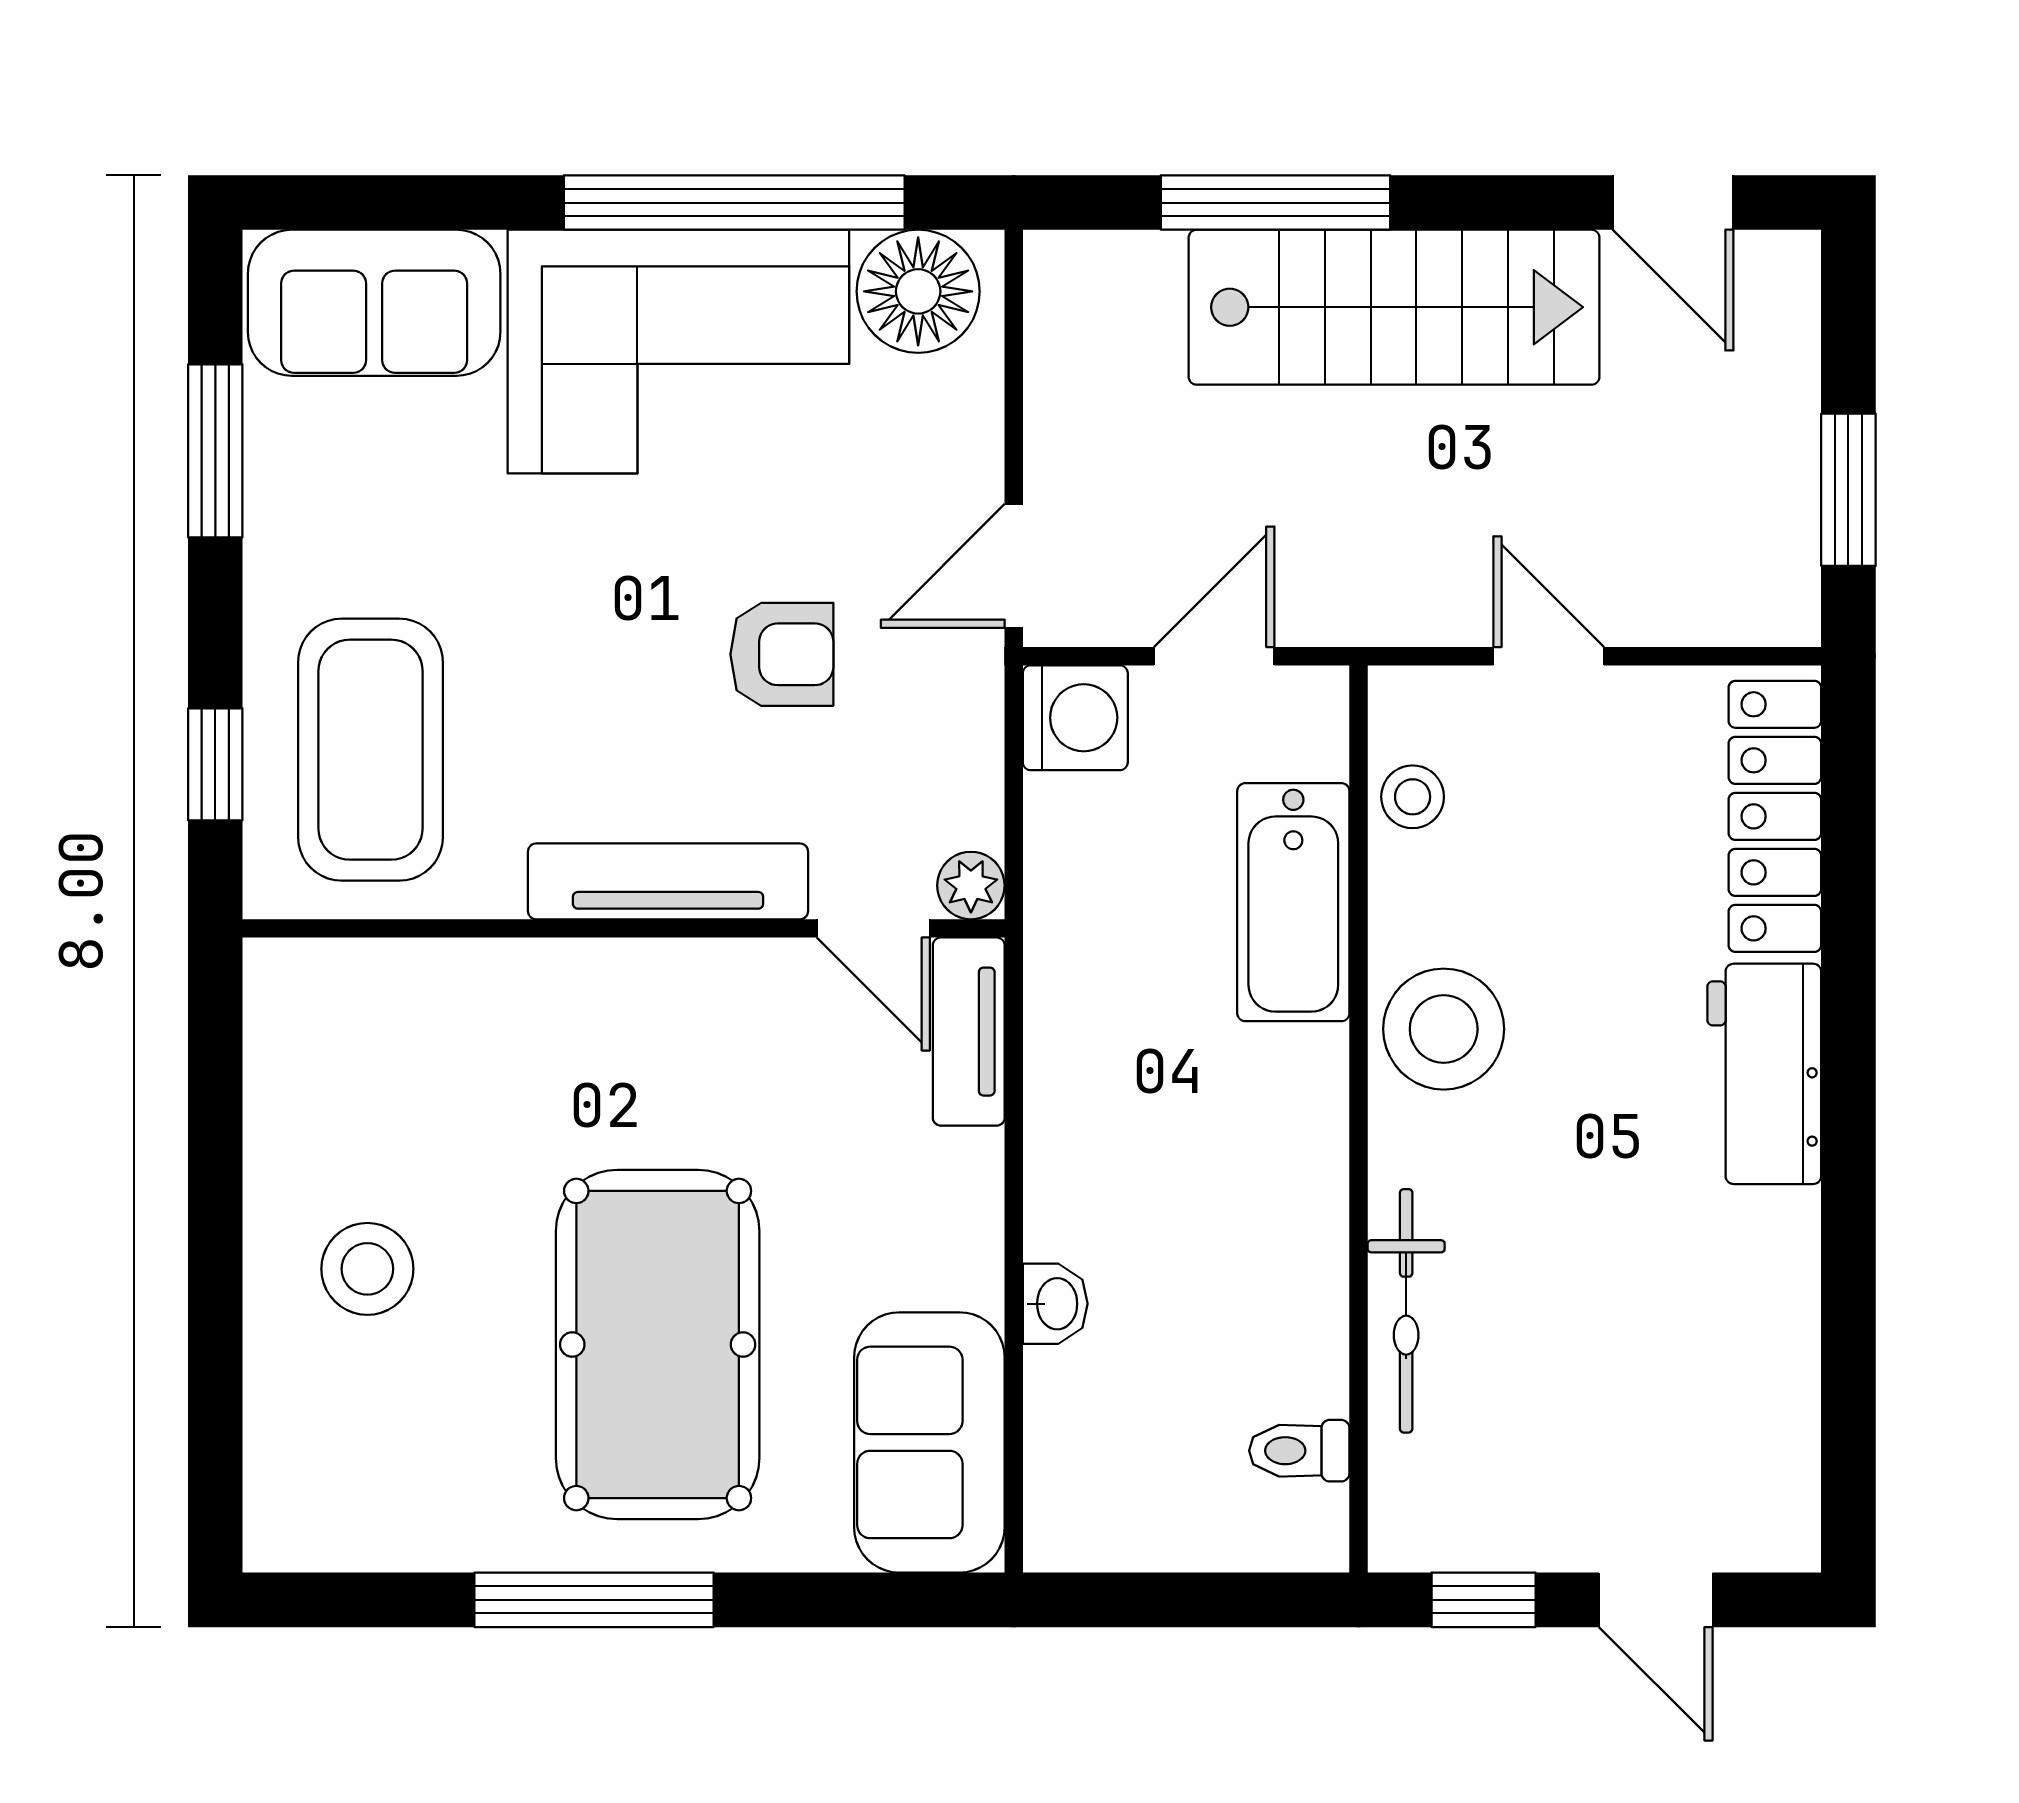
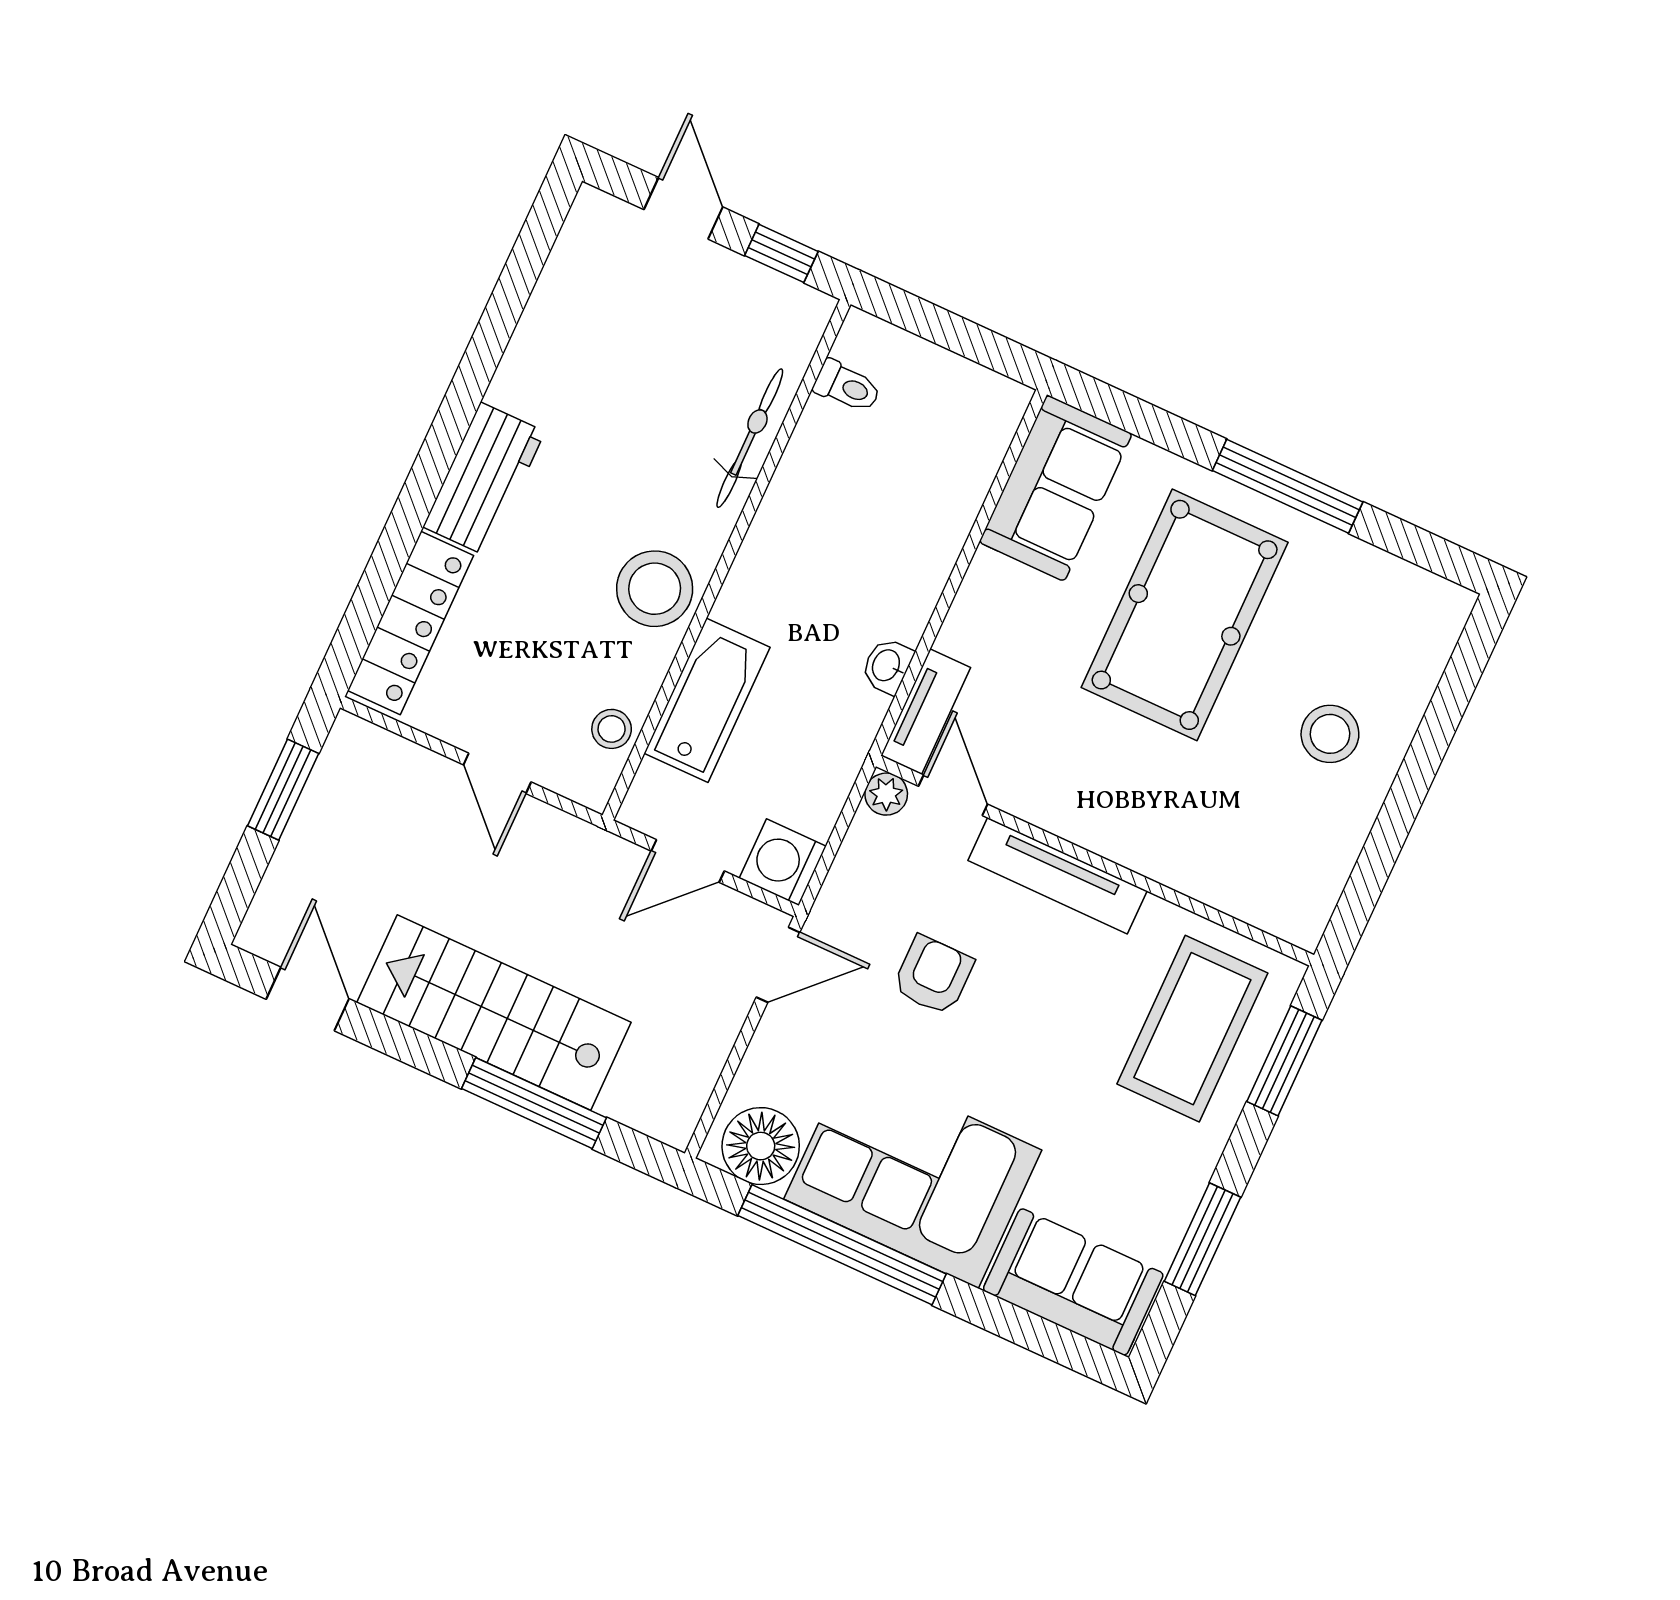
armchair: (782, 654) -> (933, 975), turned 90
window: (215, 764) -> (1284, 1061), width x1.50
washbasin: (1055, 1304) -> (887, 666), moved

